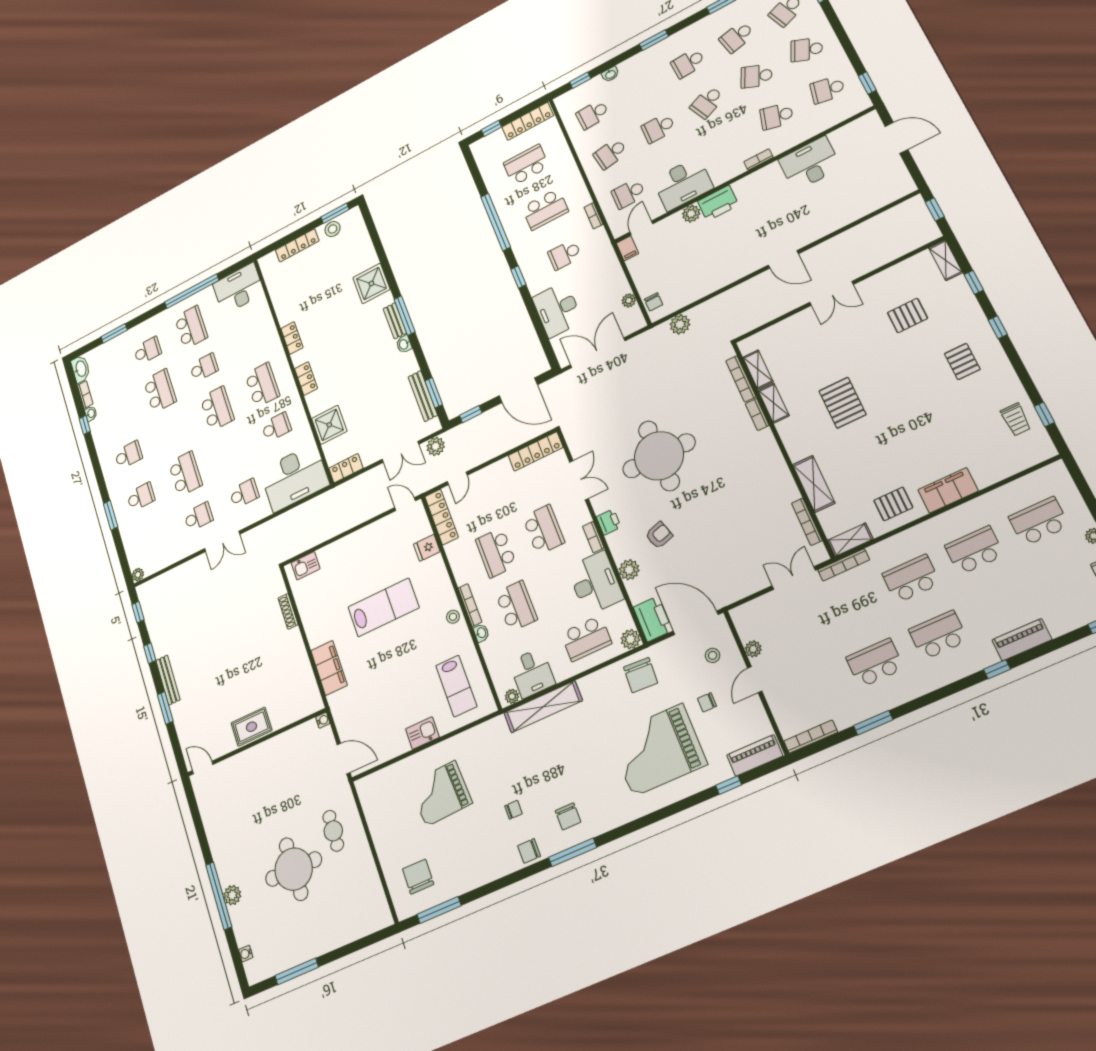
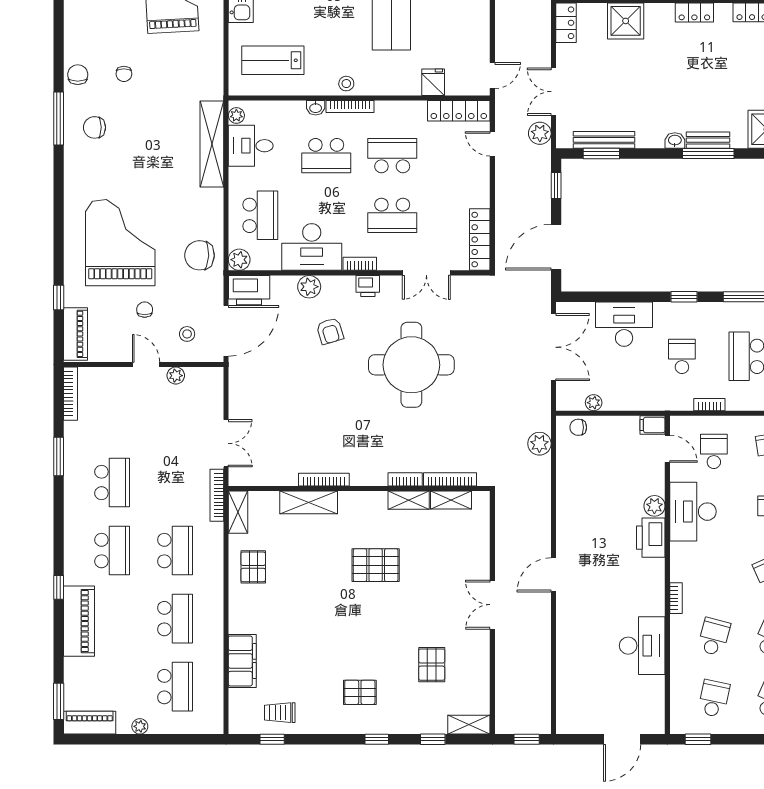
filing cabinet: (948, 490) -> (242, 661), moved
bookcase: (807, 522) -> (324, 480), moved
school desk: (586, 638) -> (260, 215), turned 180
piano: (1022, 640) -> (79, 621), width x1.37, depth x1.33

